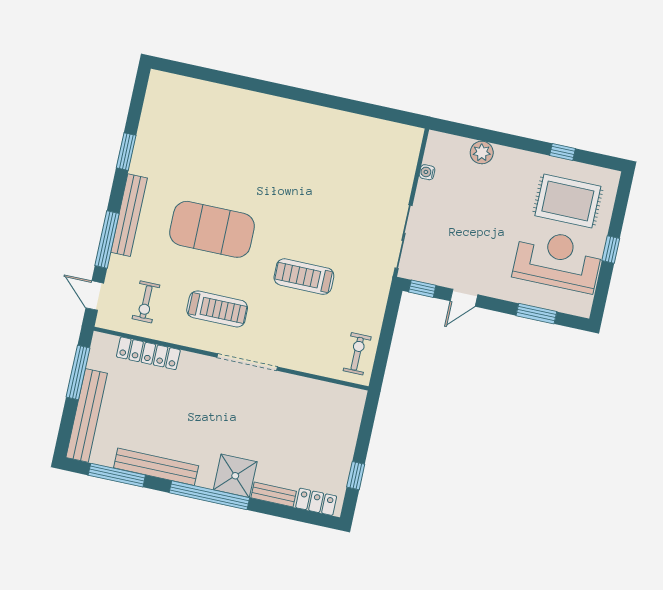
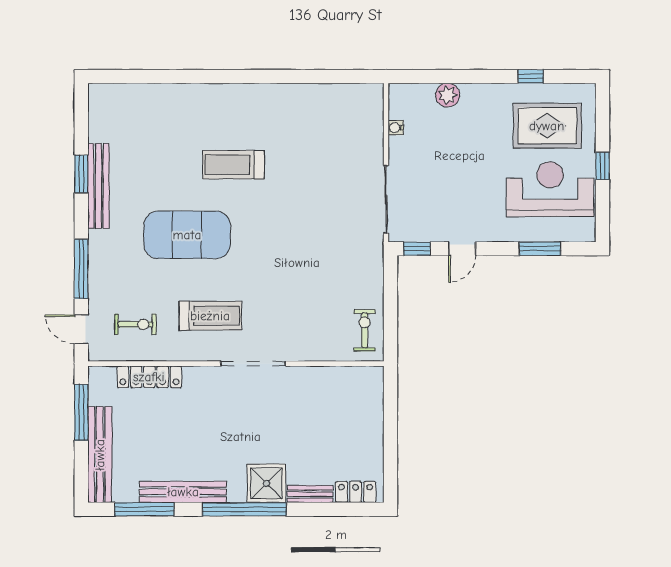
bench: (129, 215) -> (98, 186), moved
treadmill: (304, 277) -> (233, 165), moved
exercise bike: (146, 302) -> (135, 324), turned -90
window: (356, 476) -> (390, 456), removed

